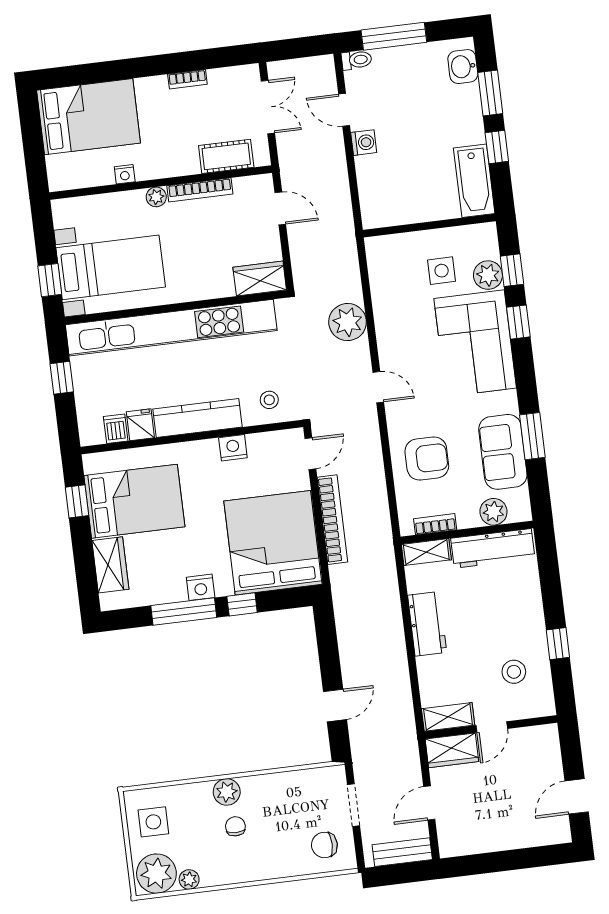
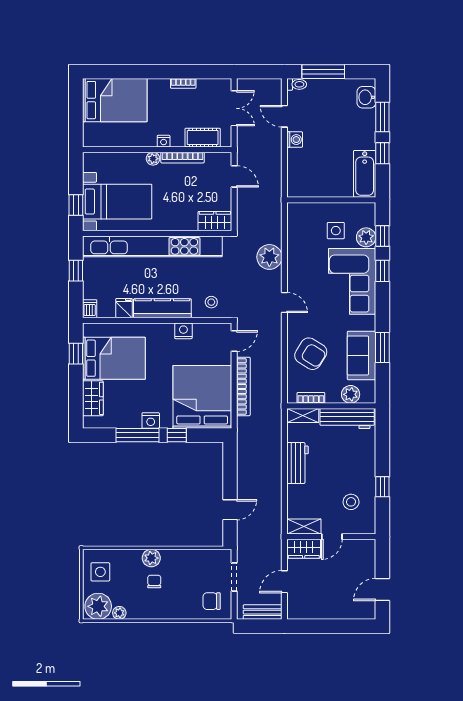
nightstand: (125, 174) -> (164, 141), moved
dishwasher: (116, 429) -> (90, 309), moved
armchair: (427, 458) -> (311, 354), turned 32

